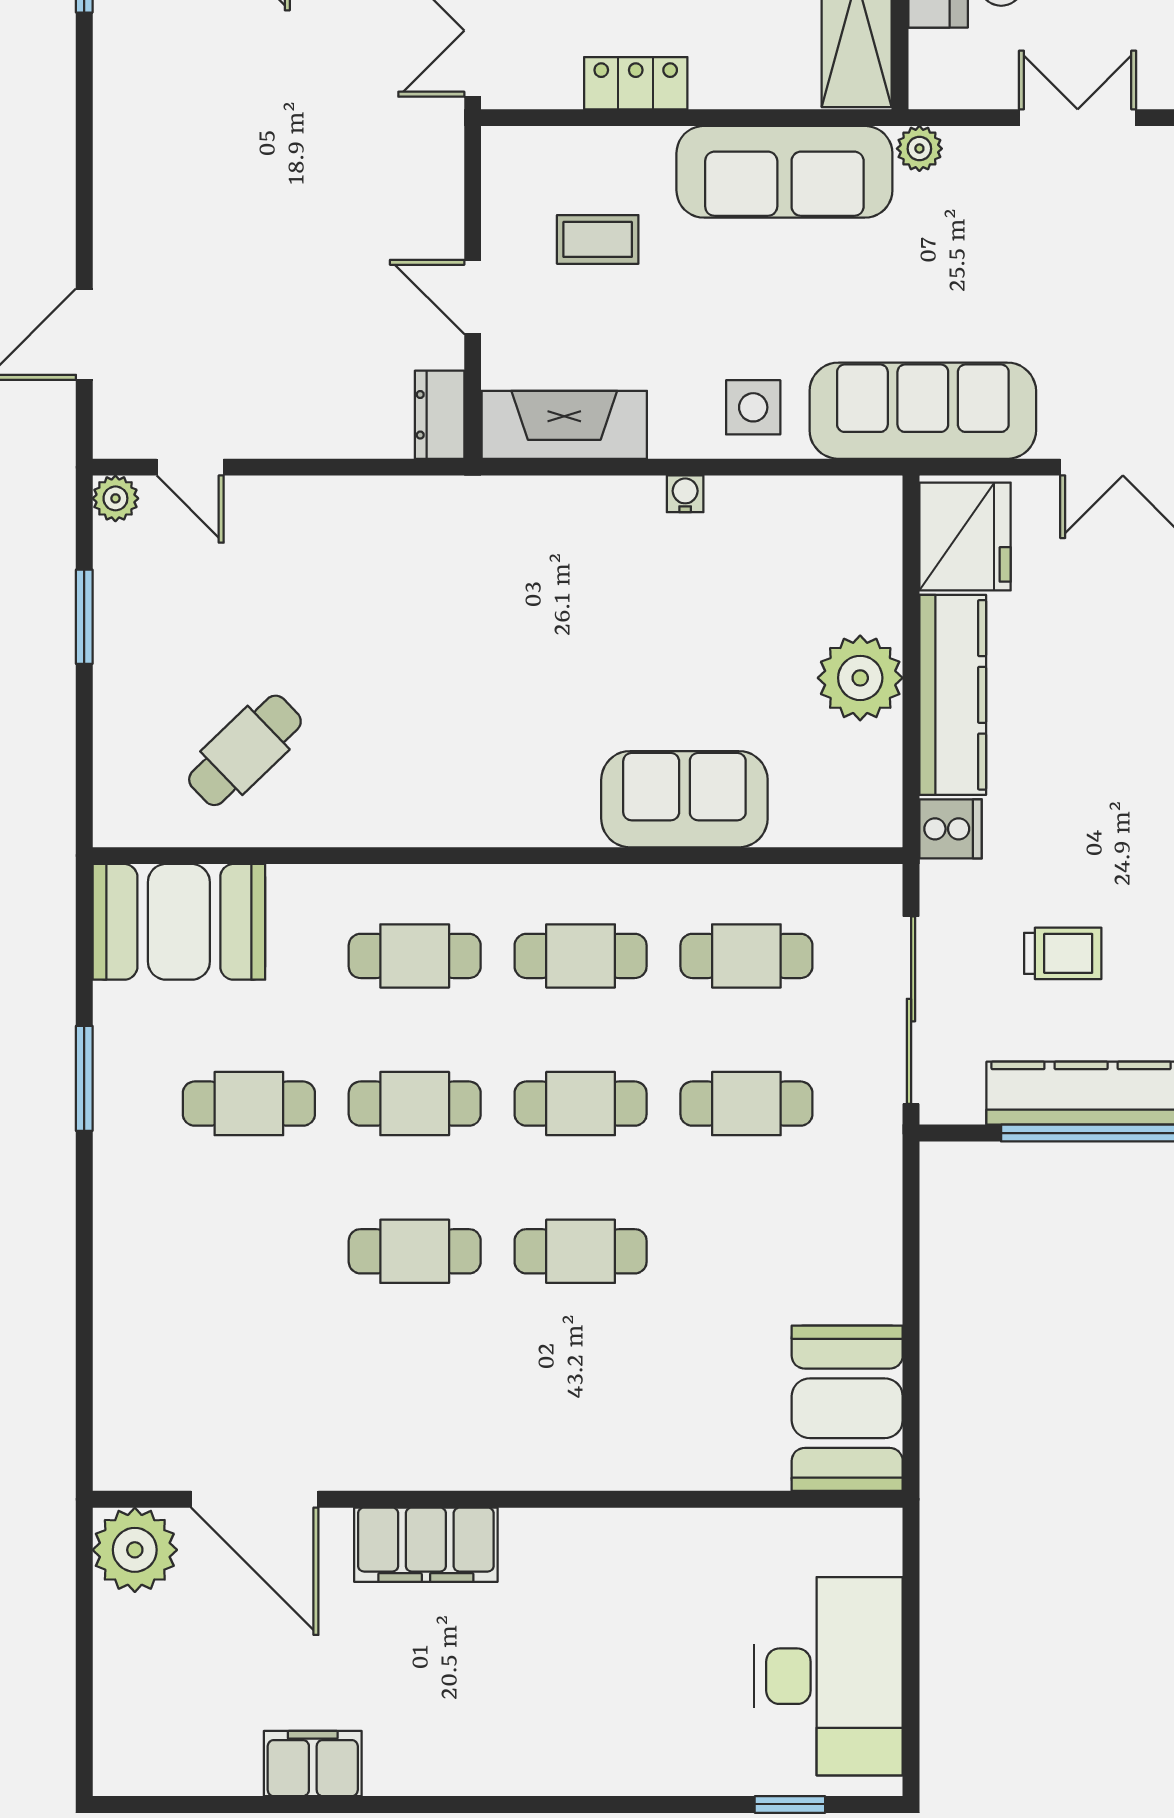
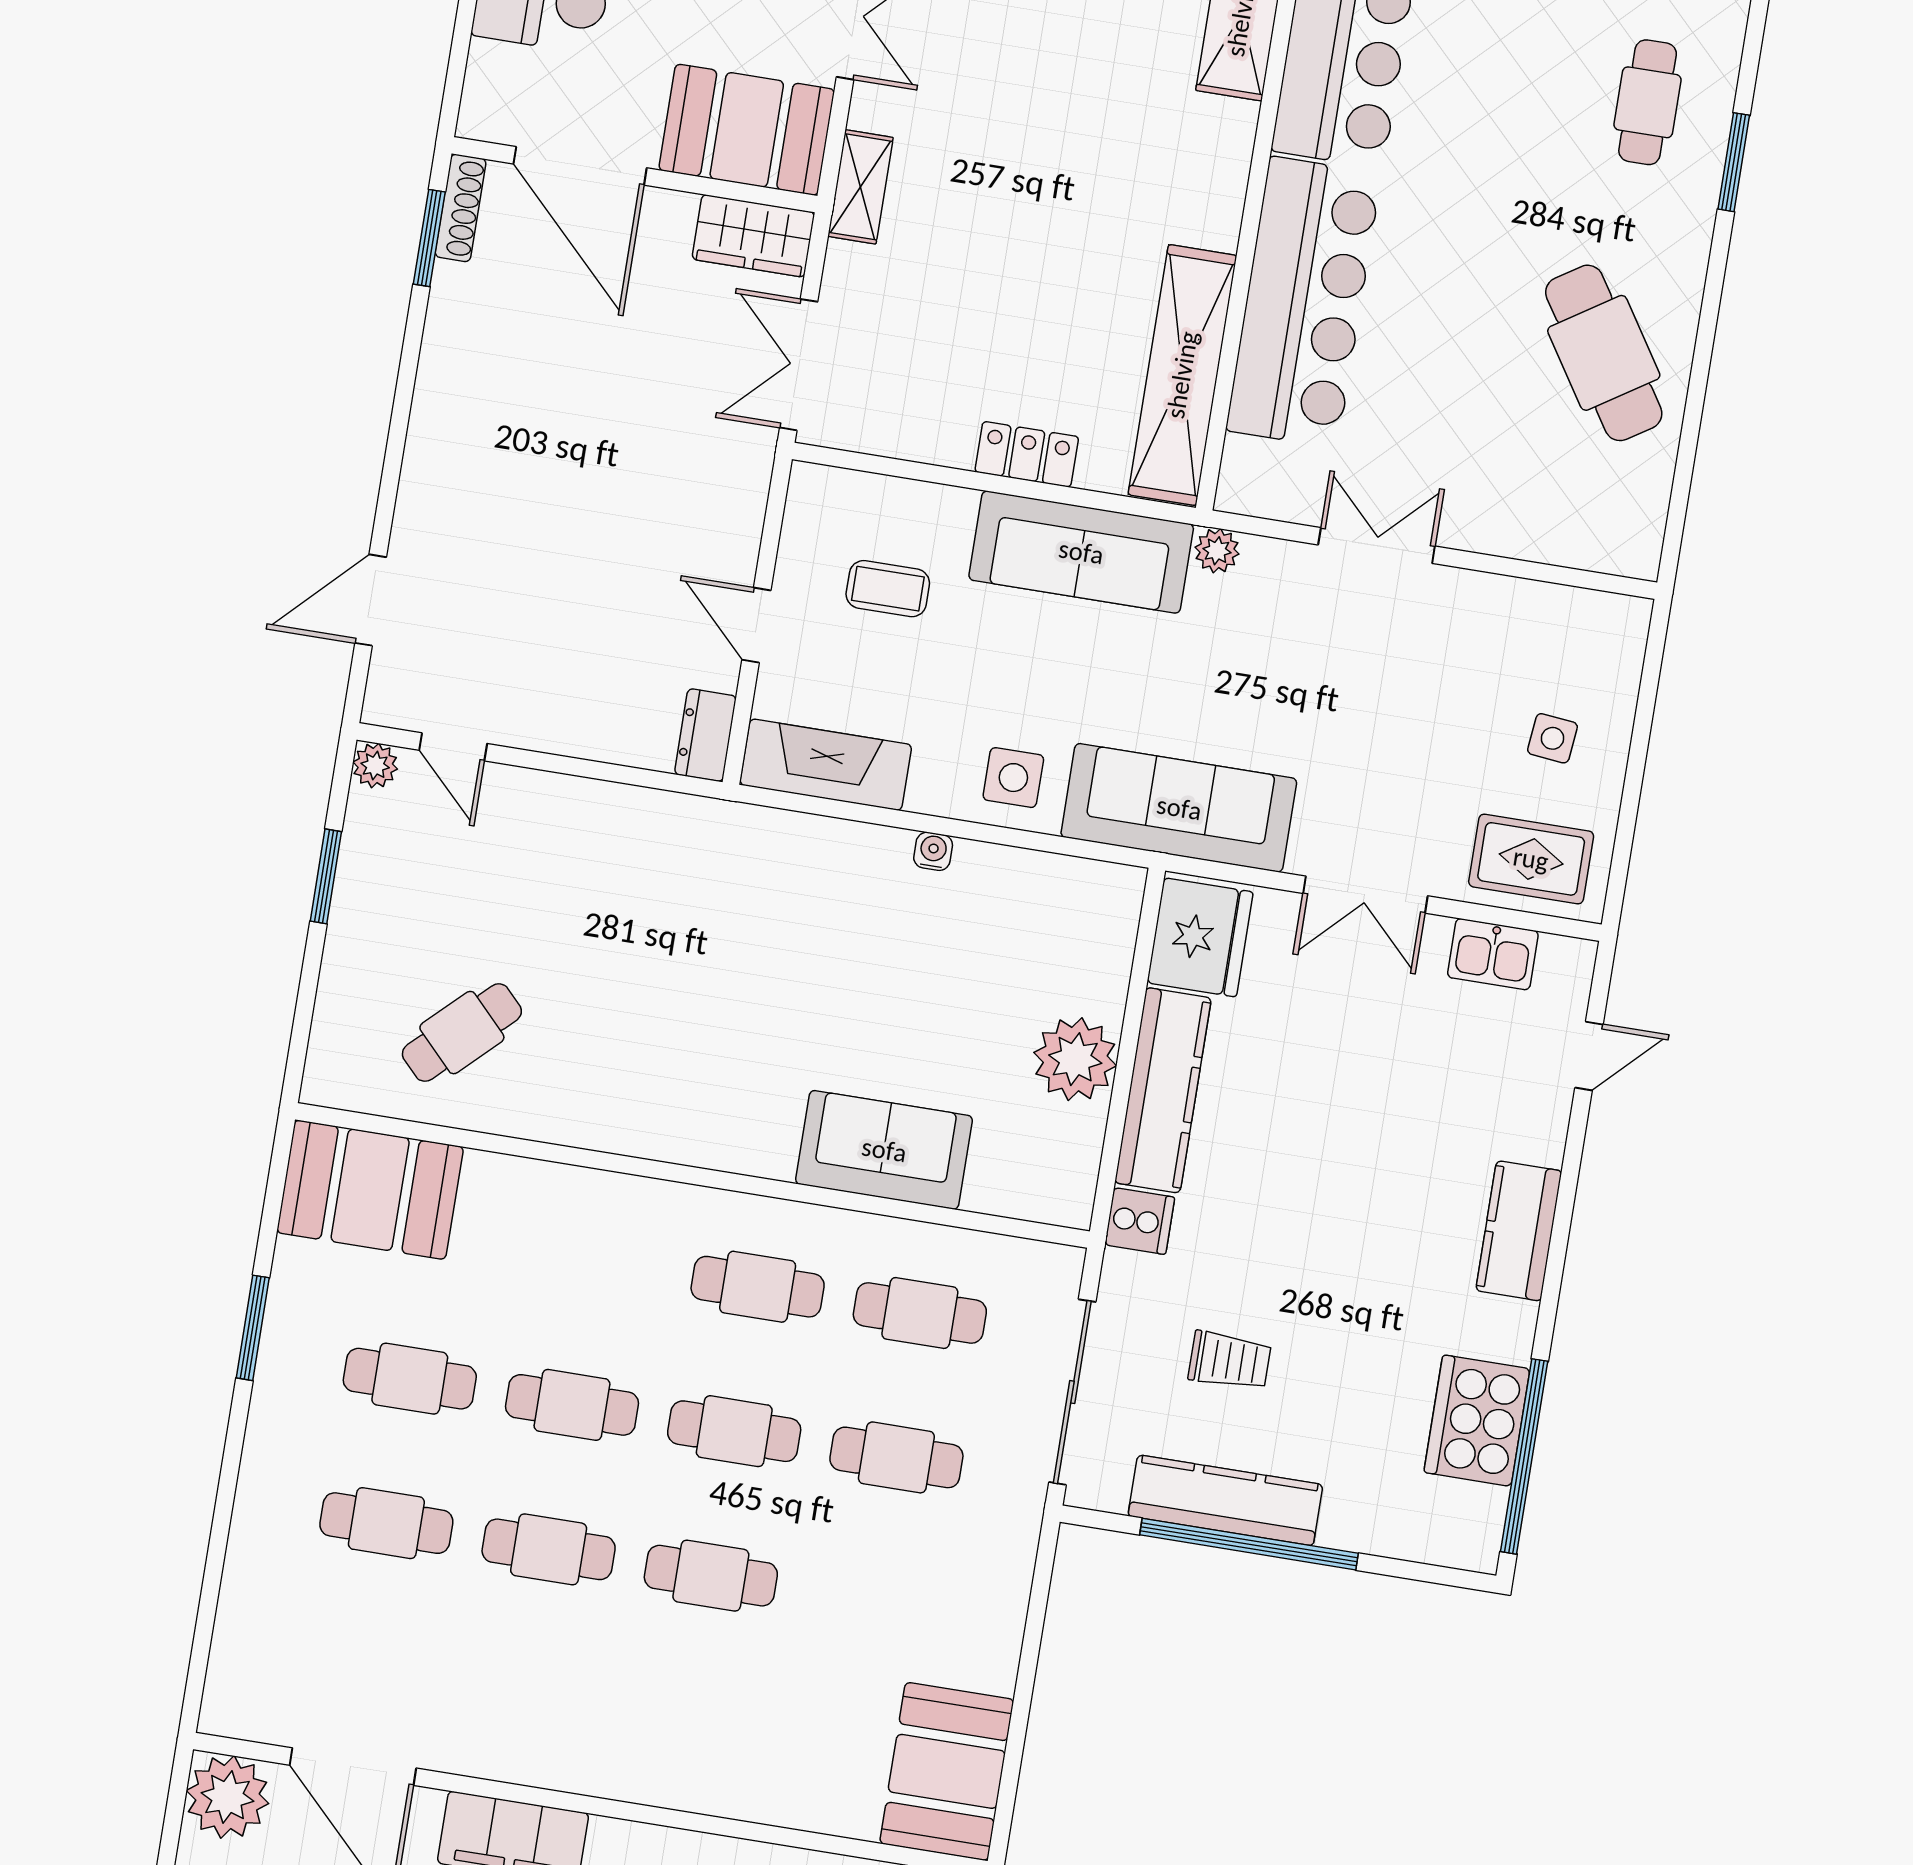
locker: (636, 83) -> (1027, 454), moved
cafe table: (415, 956) -> (386, 1523), moved

